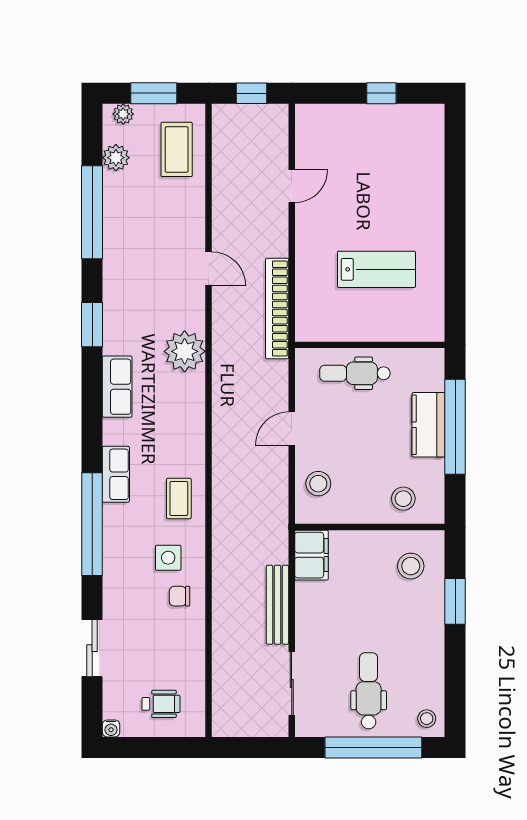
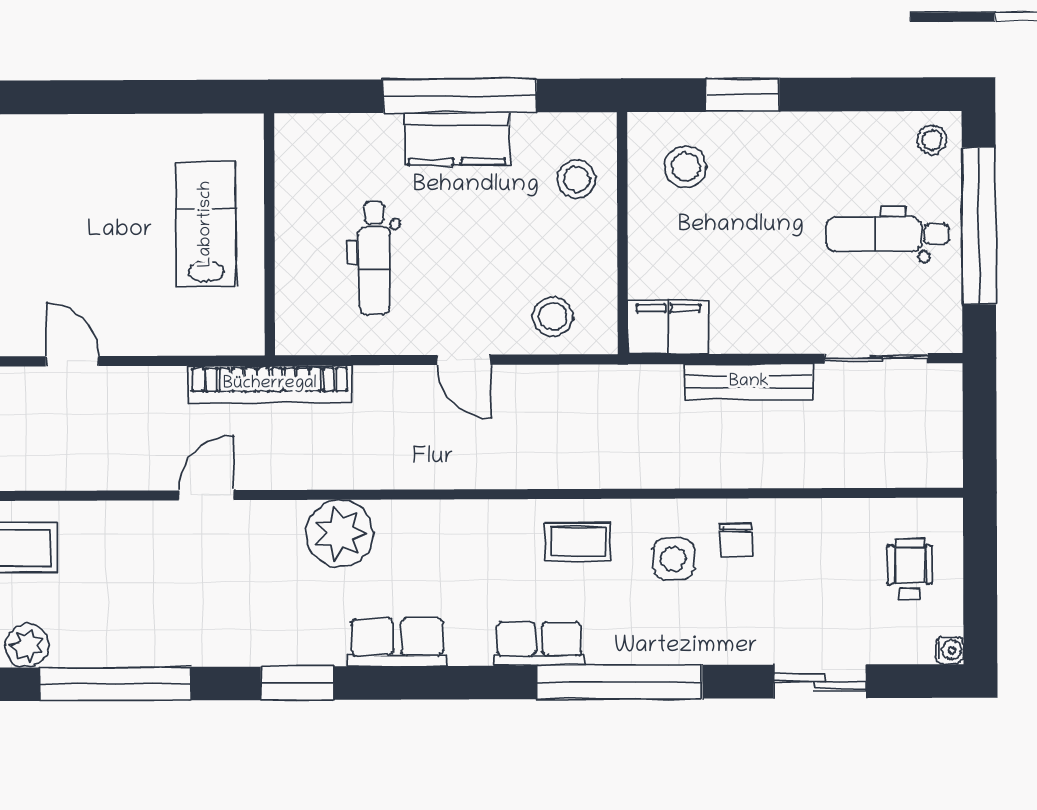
wall: (370, 345) -> (269, 234), moved

